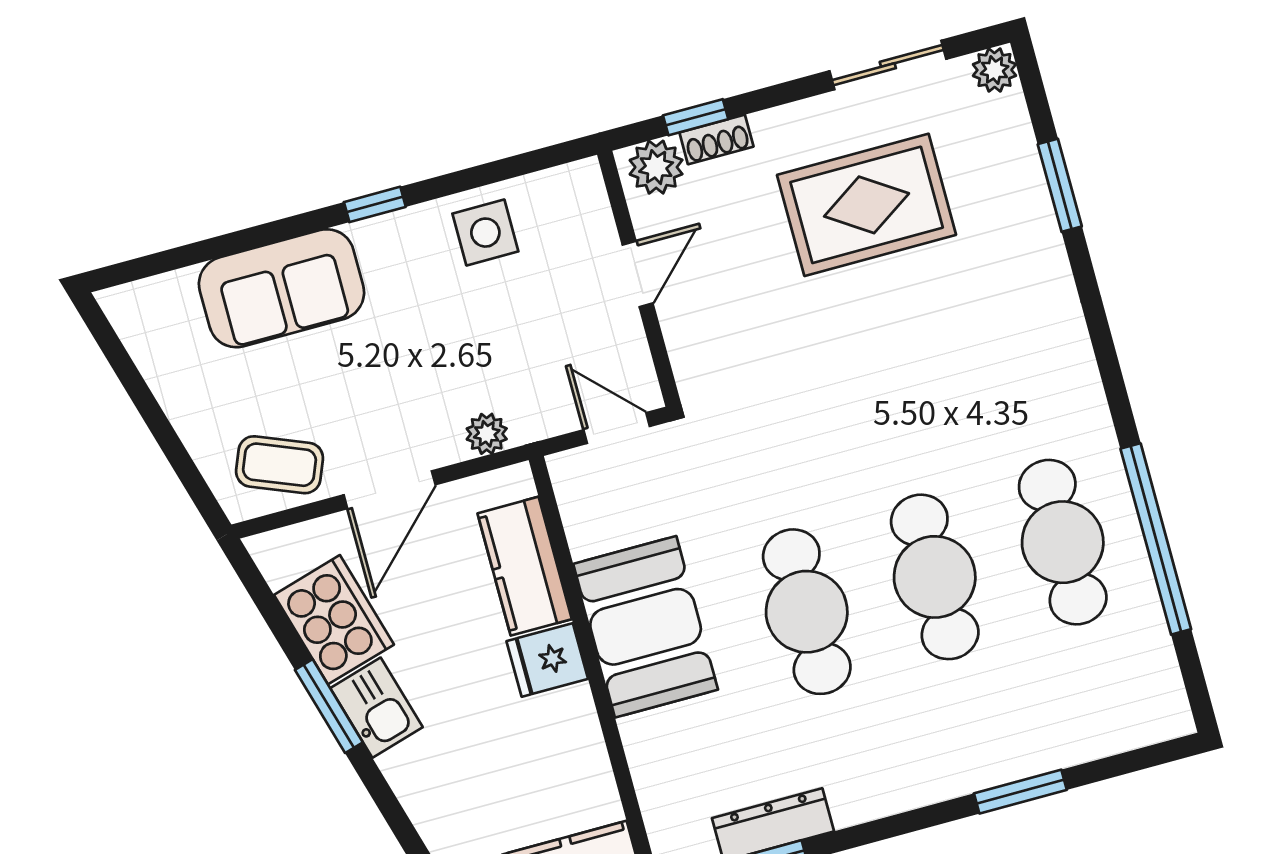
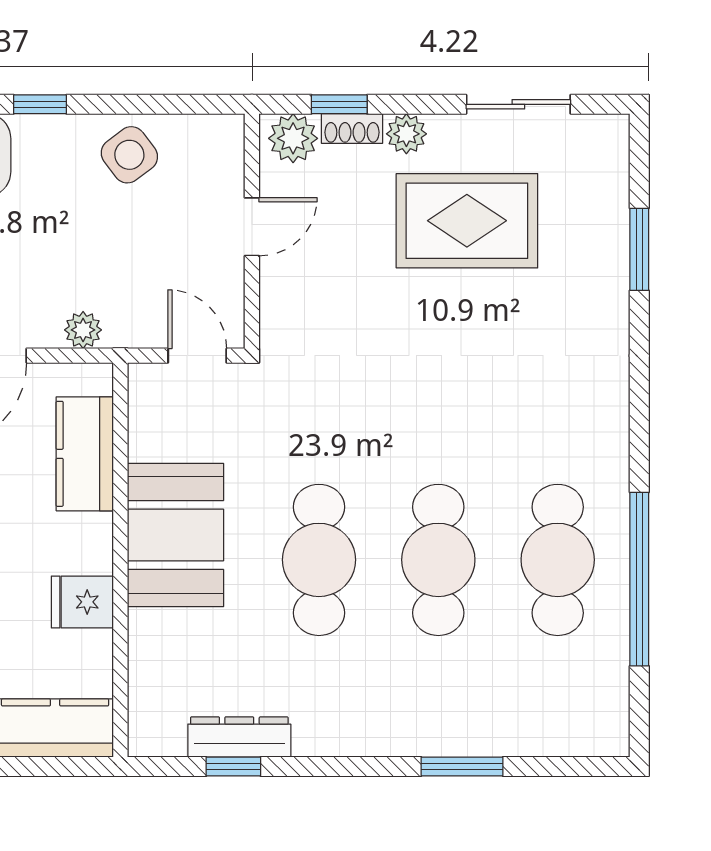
plant: (994, 70) -> (406, 134), moved
side table: (485, 233) -> (129, 155), turned -37
fridge: (547, 660) -> (82, 602), moved

